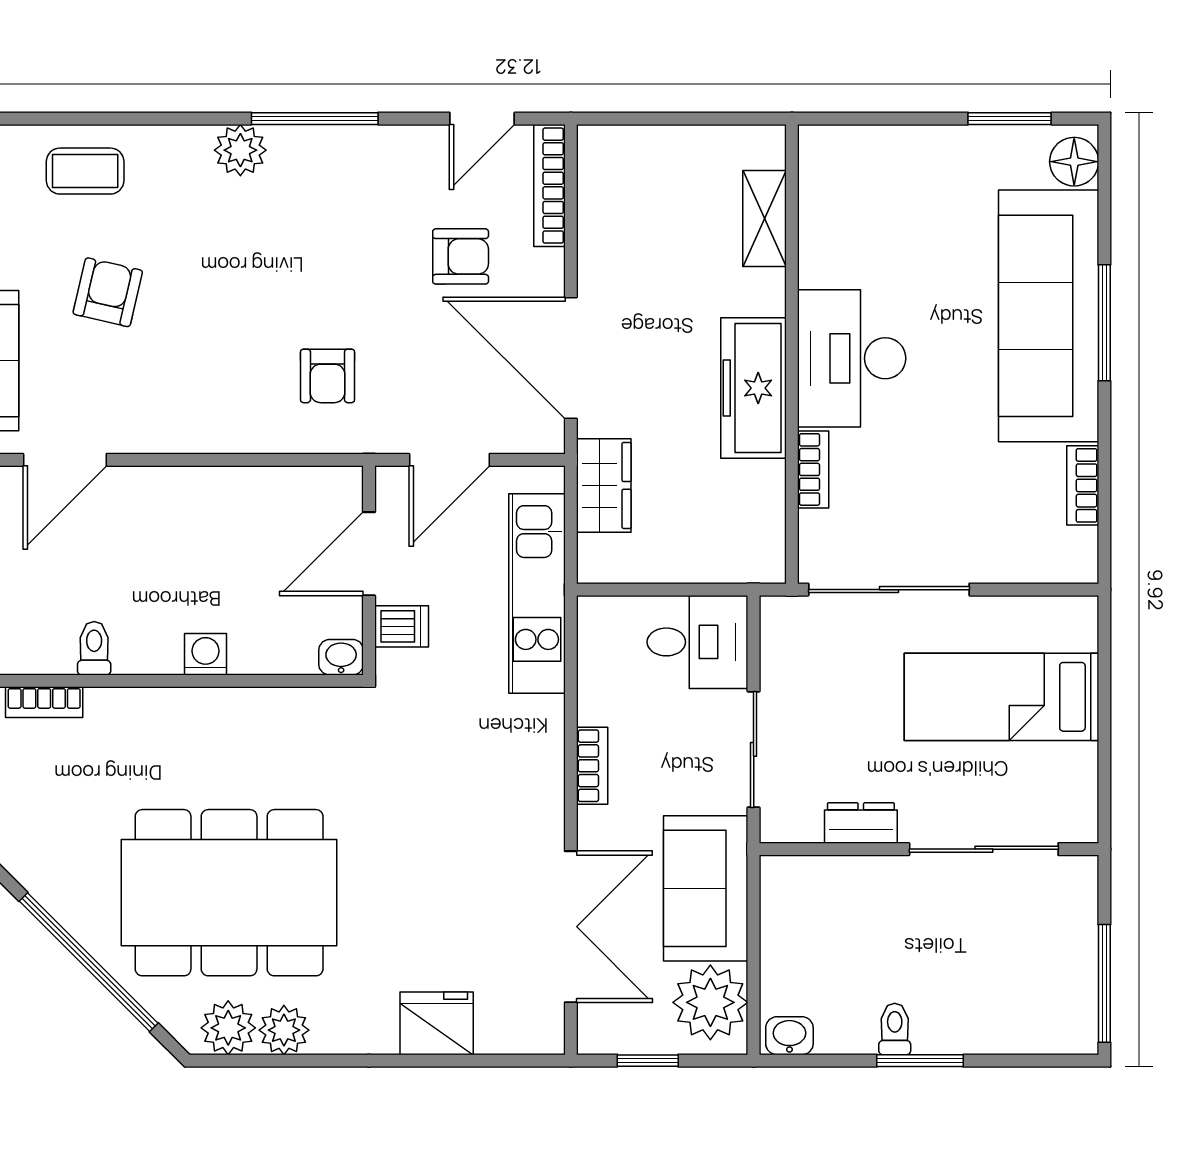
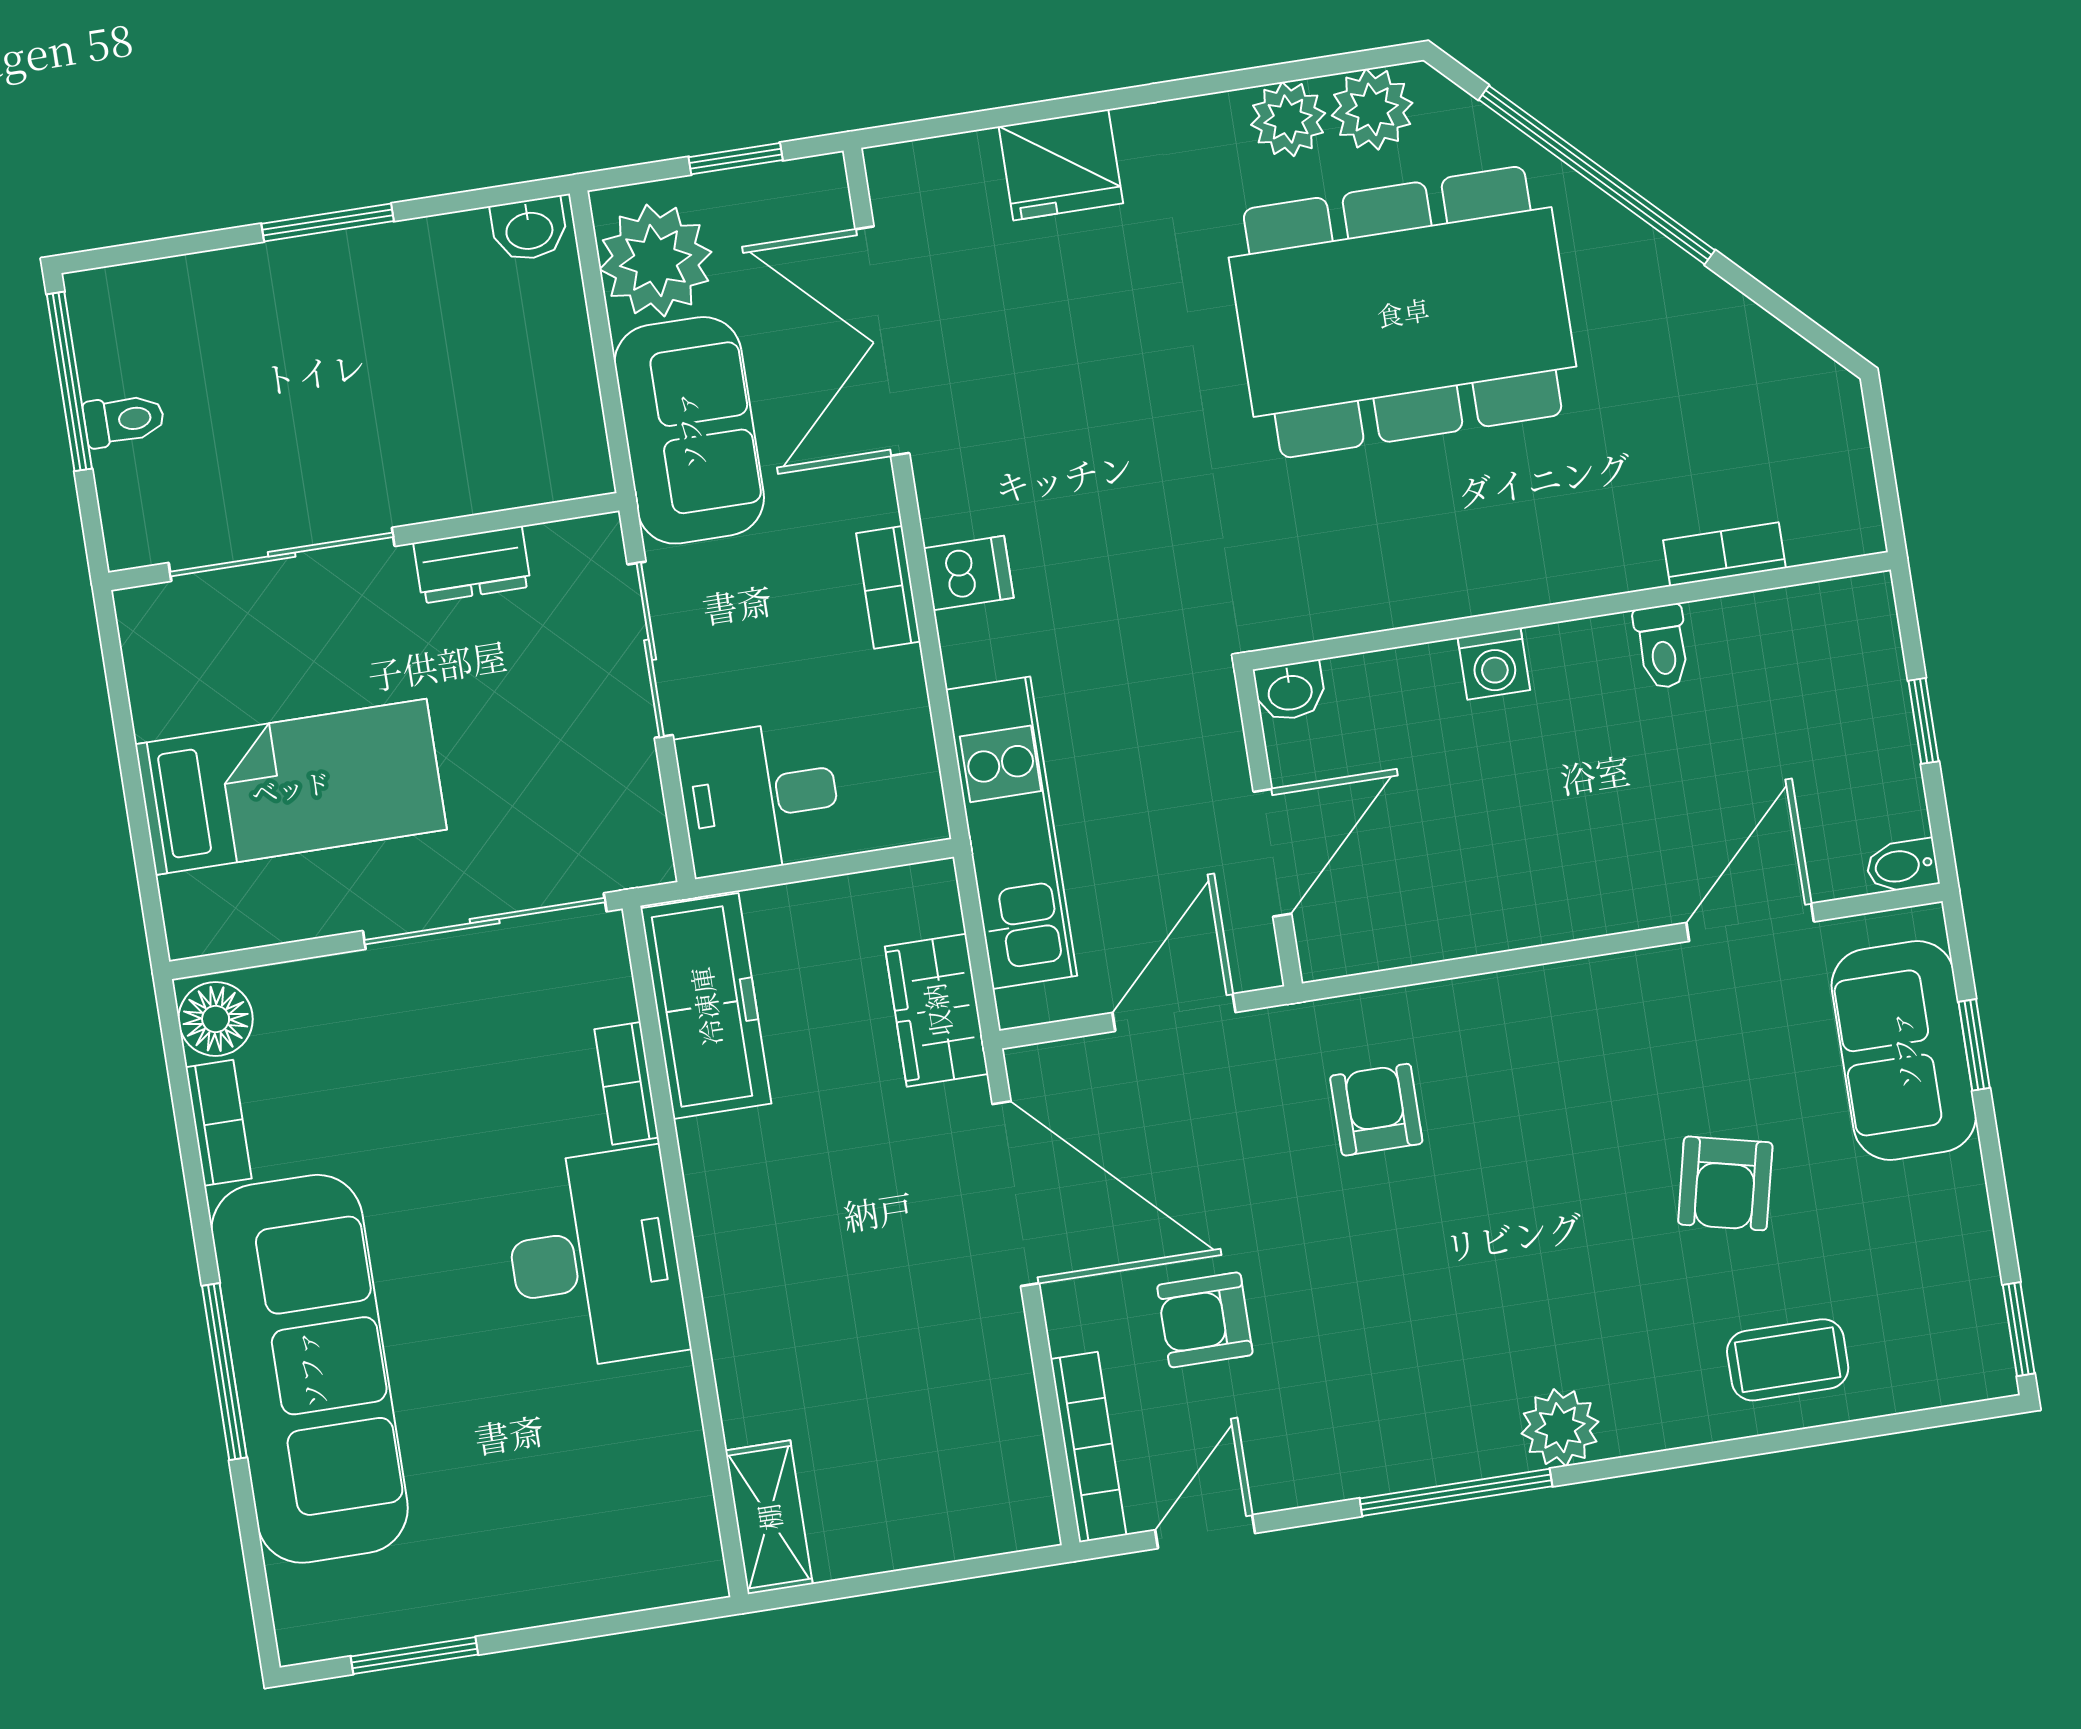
floor lamp: (1074, 162) -> (216, 1019), moved
shelving: (765, 218) -> (769, 1517), moved
freezer: (754, 388) -> (706, 1006), moved
dishwasher: (402, 626) -> (969, 573), moved, turned 180
toilet: (895, 1029) -> (124, 420), moved, turned -90

